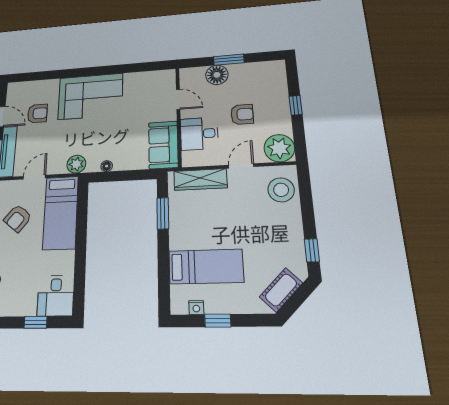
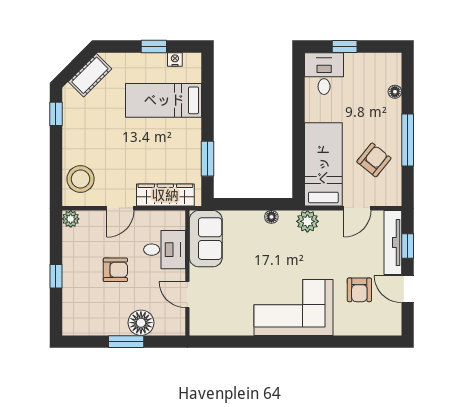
armchair: (37, 113) -> (359, 290), turned -90
armchair: (242, 114) -> (115, 270), turned 180
plant: (279, 148) -> (71, 219), width x0.53, depth x0.53

